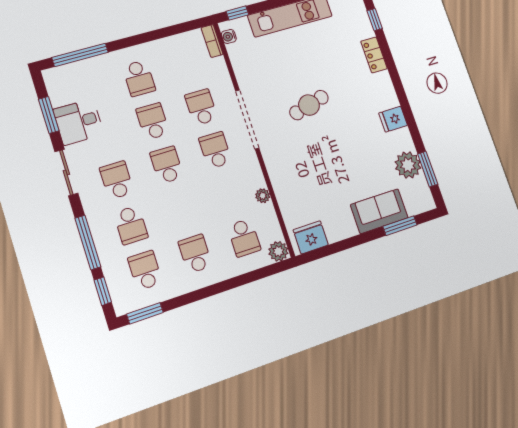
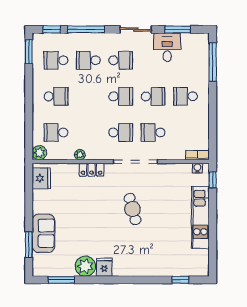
locker: (374, 55) -> (92, 170), moved, turned 180
school desk: (201, 107) -> (153, 132), turned 180
plant: (408, 165) -> (85, 266), moved
school desk: (145, 270) -> (56, 60), turned 180

